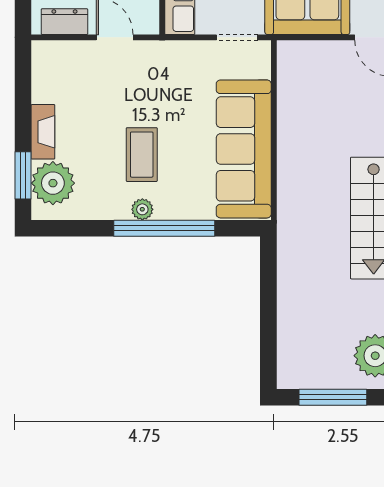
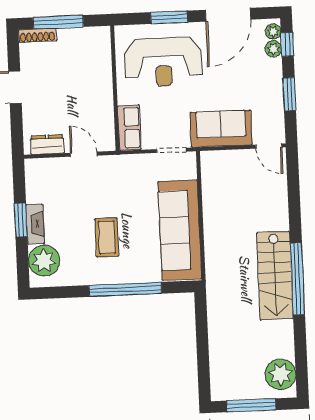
window: (23, 175) -> (21, 220), moved
plant: (142, 209) -> (109, 277), removed

